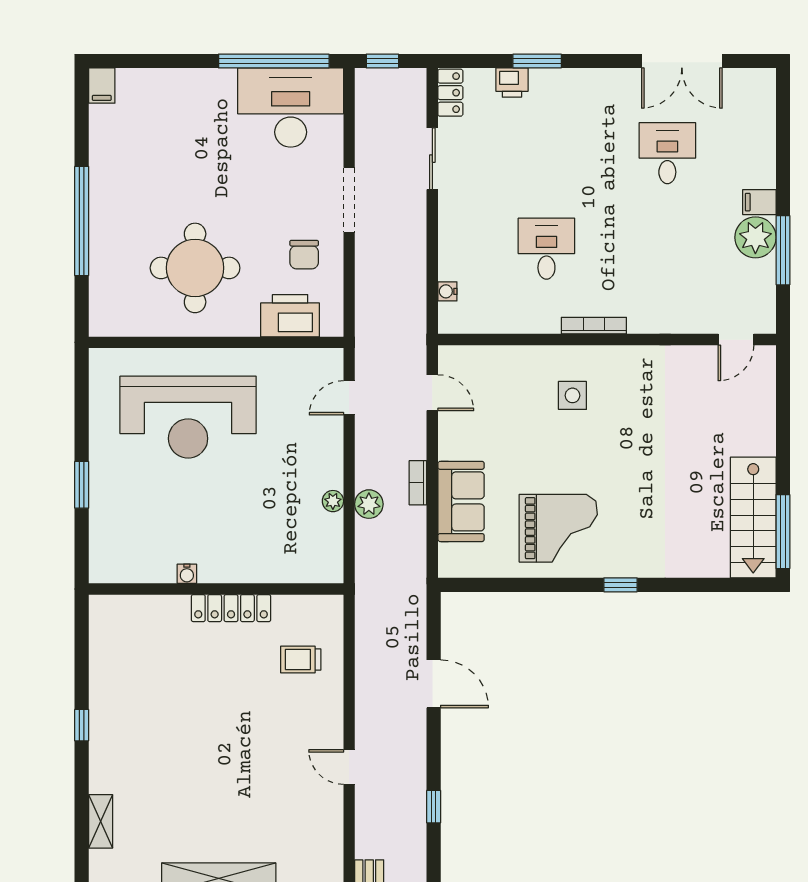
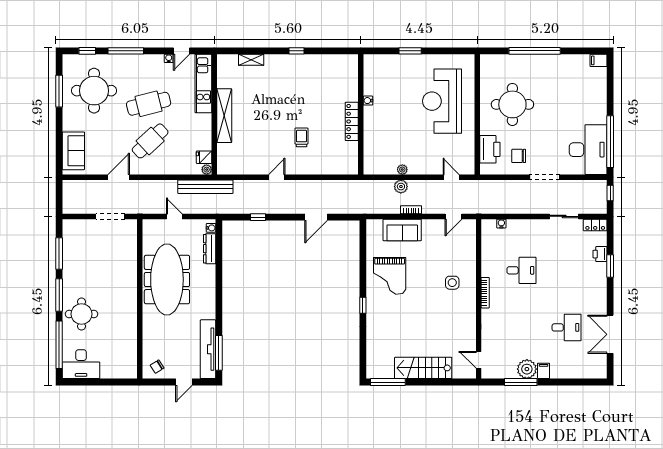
stairs: (753, 517) -> (423, 368), moved
trolley: (301, 659) -> (301, 137), moved

